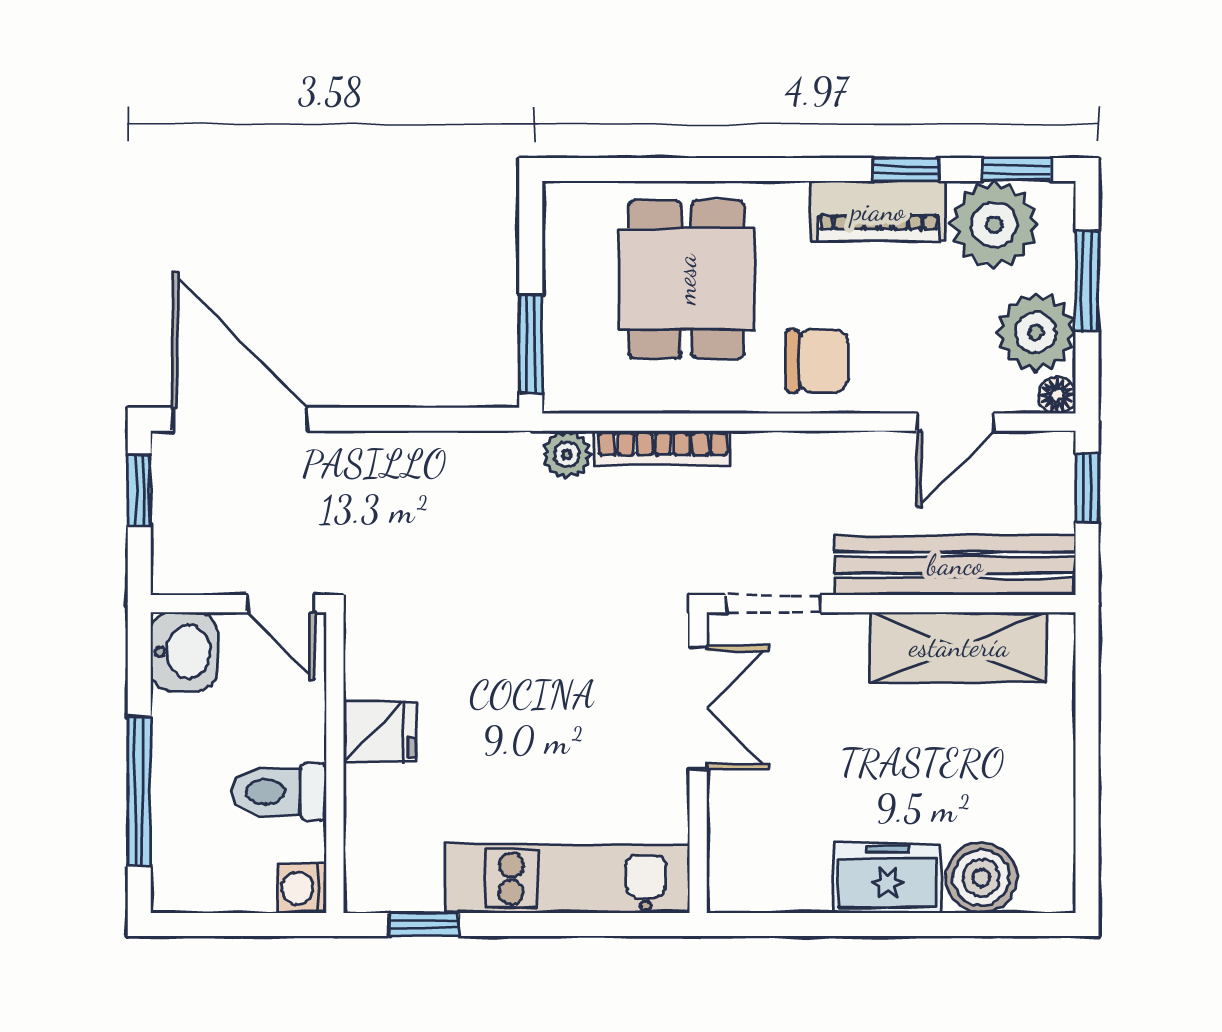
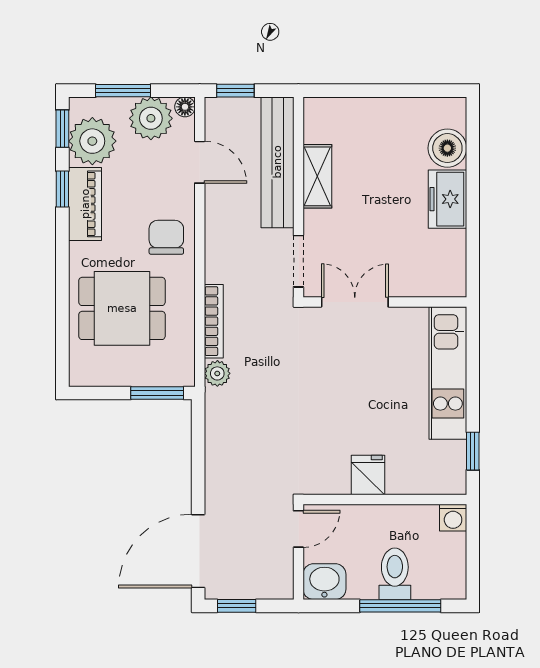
shelving: (959, 647) -> (317, 176), width x0.67, depth x0.75
toilet: (279, 792) -> (395, 574), moved, turned 180

